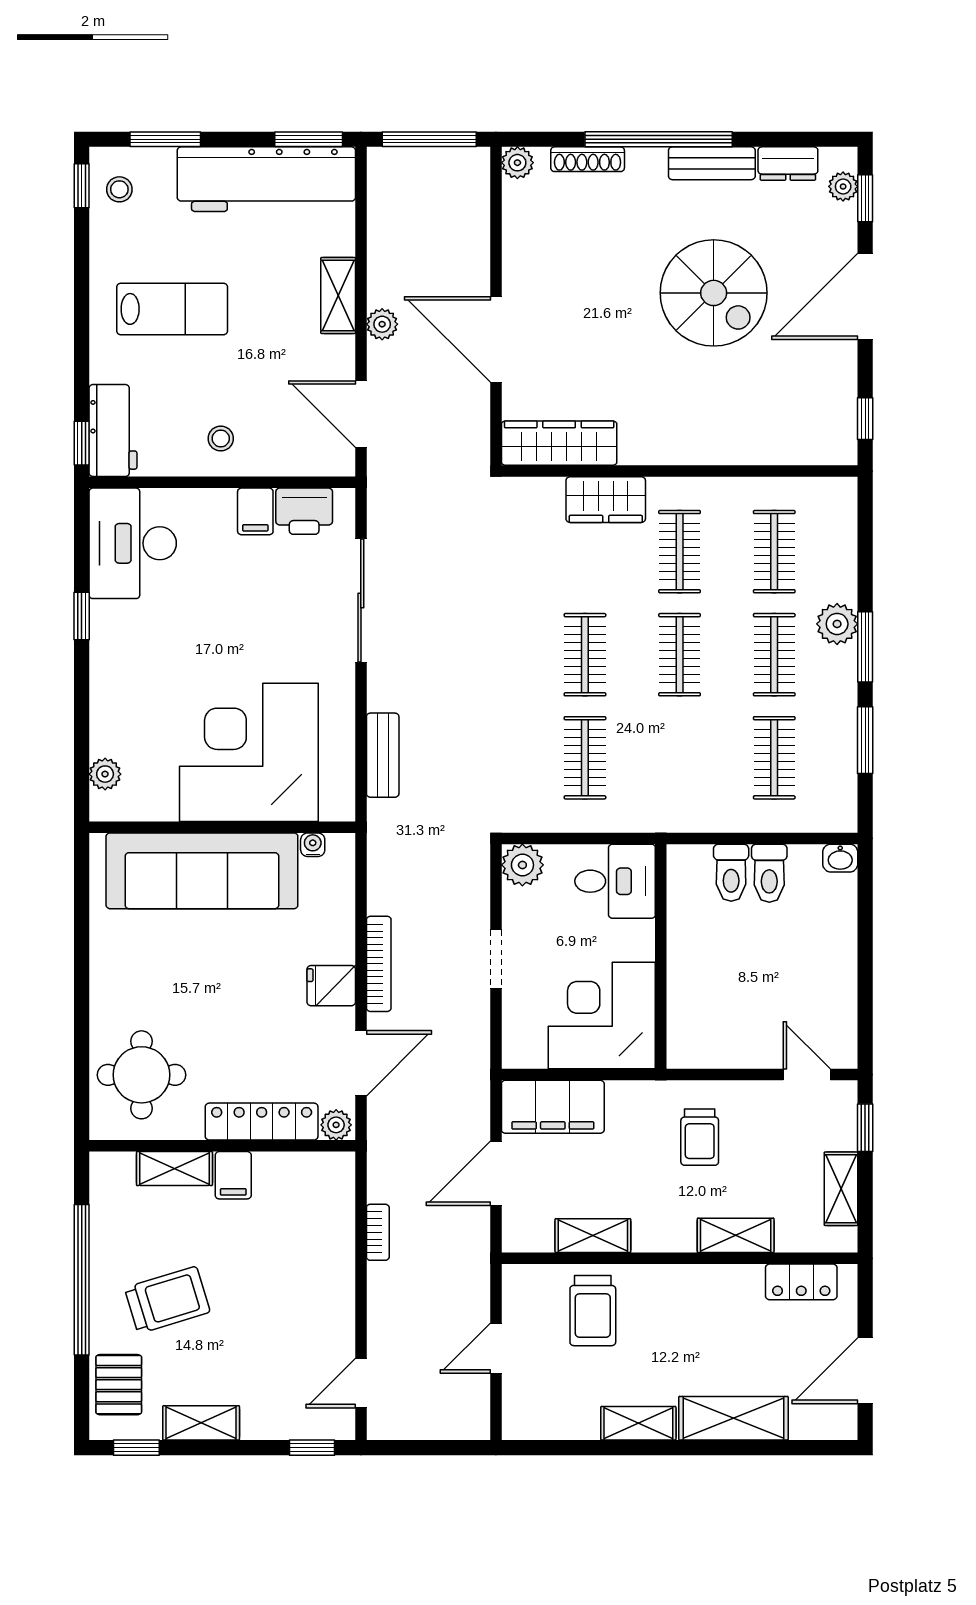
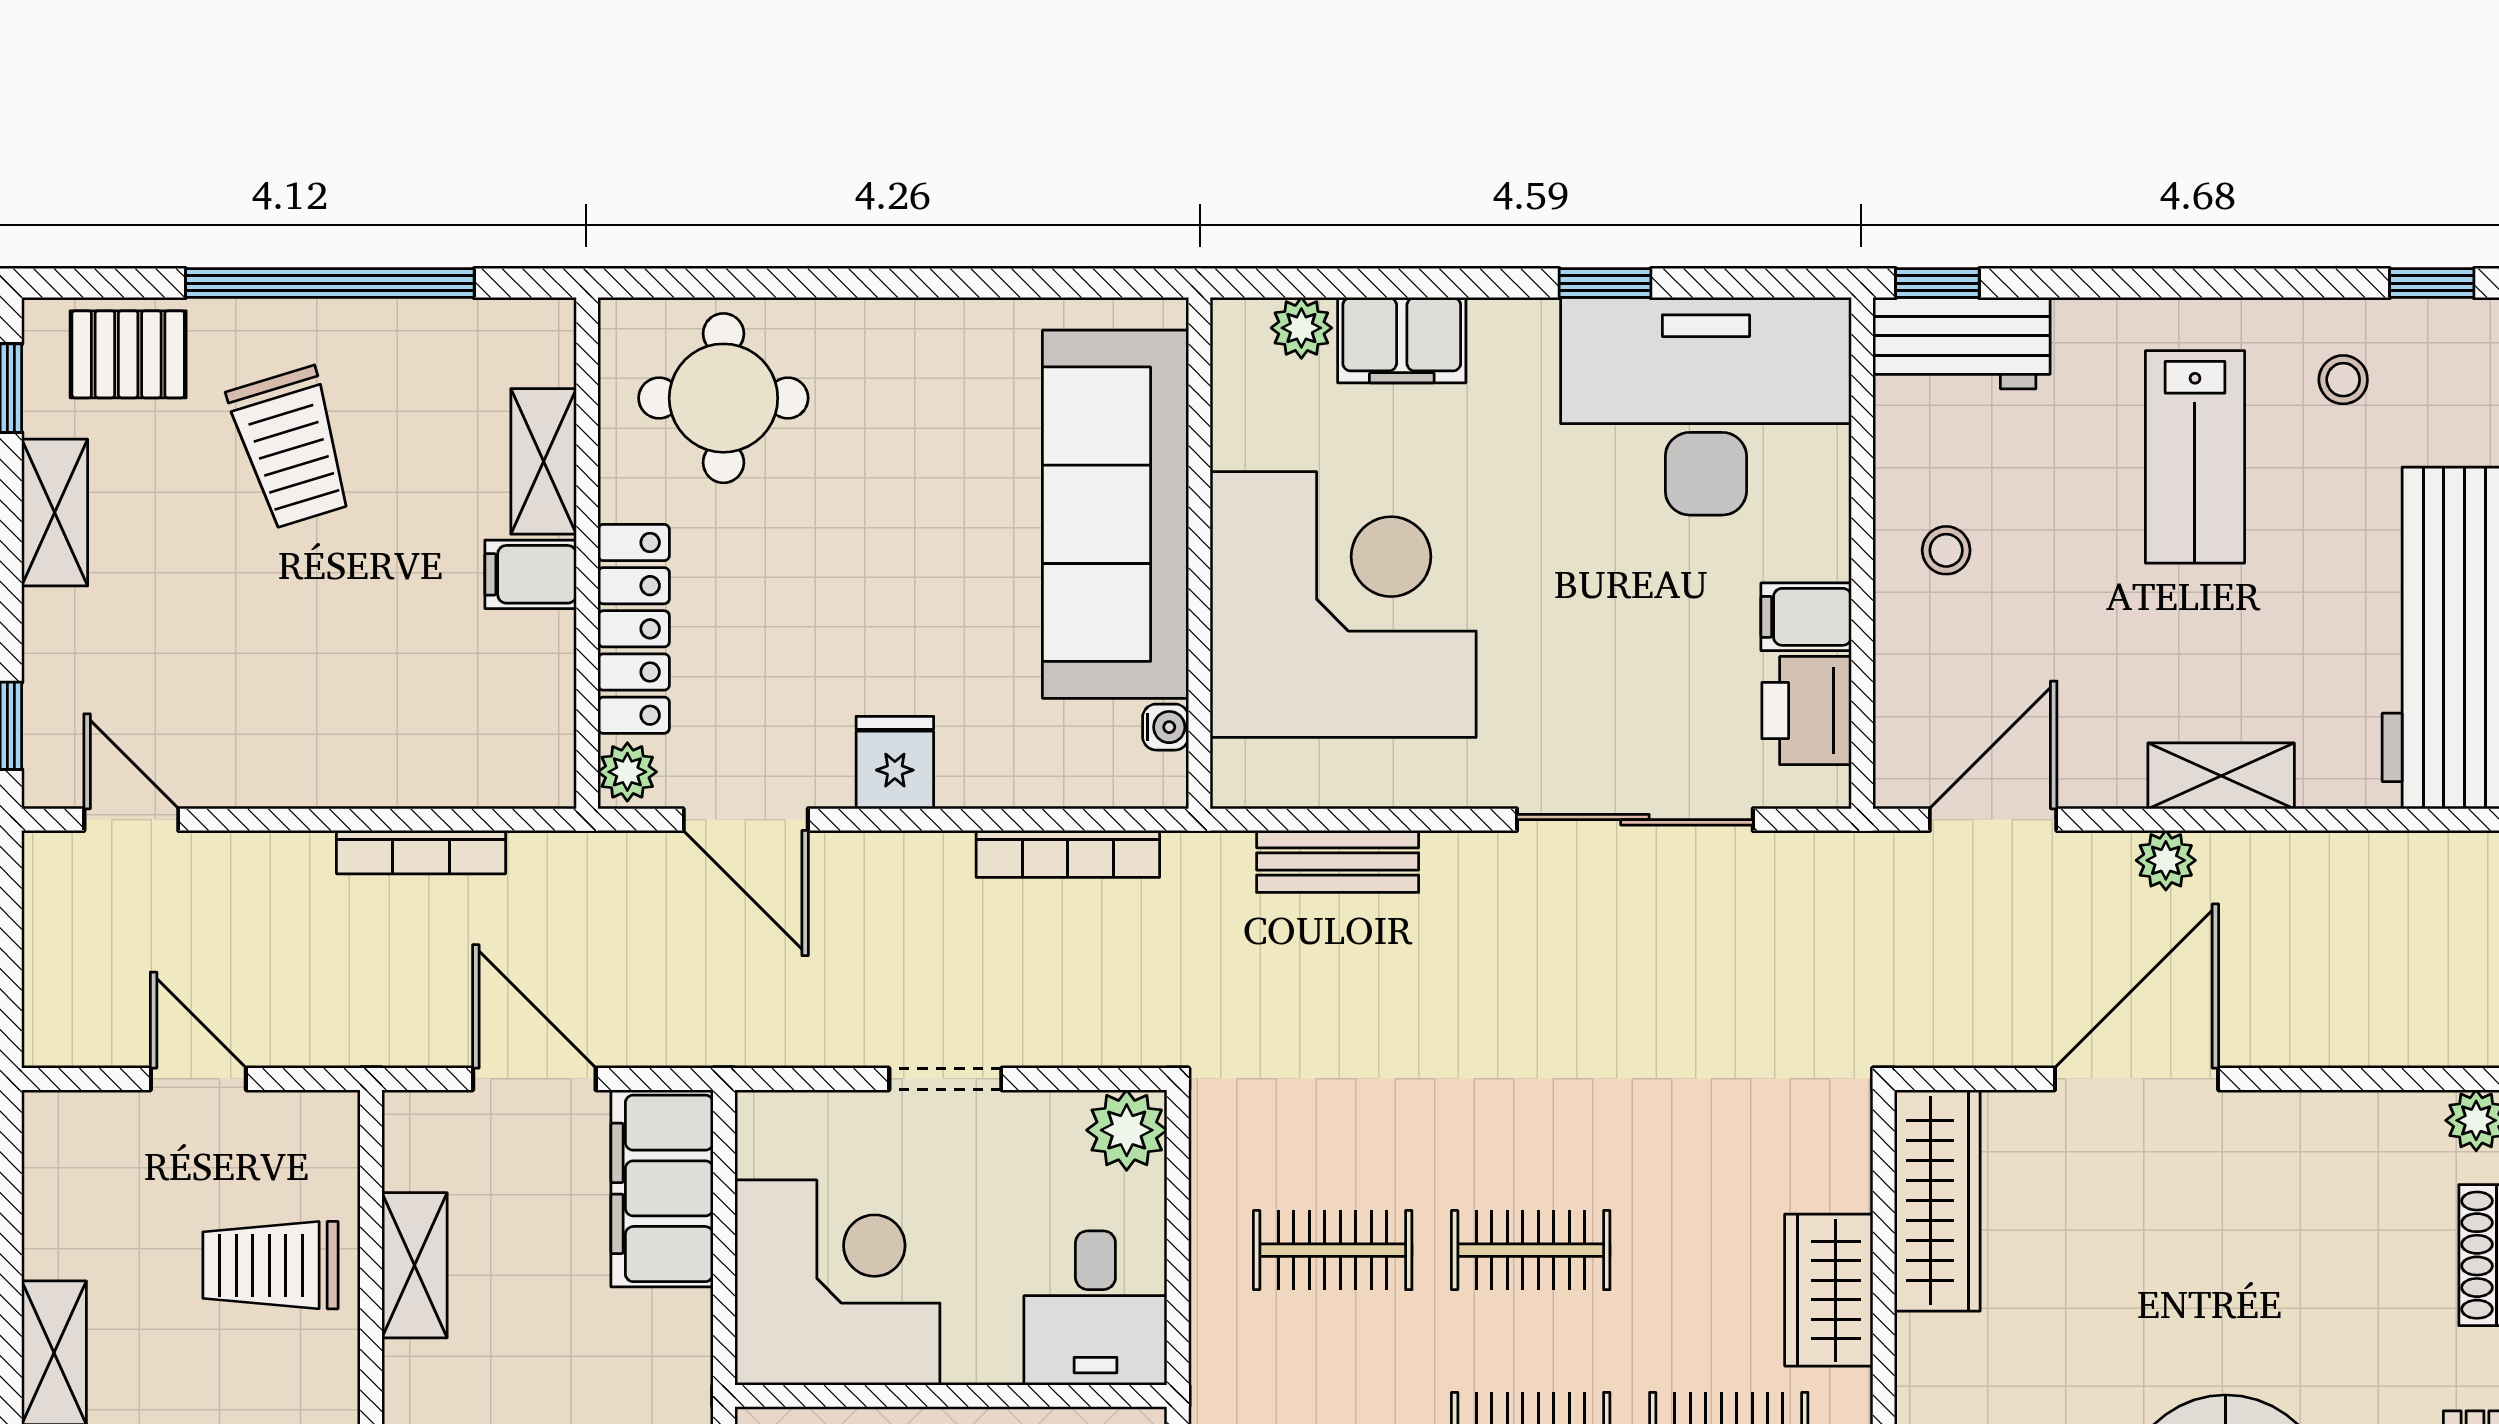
stool: (119, 189) -> (2343, 380), moved
desk: (133, 543) -> (1706, 406), width x1.36, depth x1.30
filing cabinet: (111, 722) -> (1402, 340), added
bookcase: (379, 964) -> (1068, 854), moved
bookcase: (378, 1232) -> (421, 852), width x1.56

